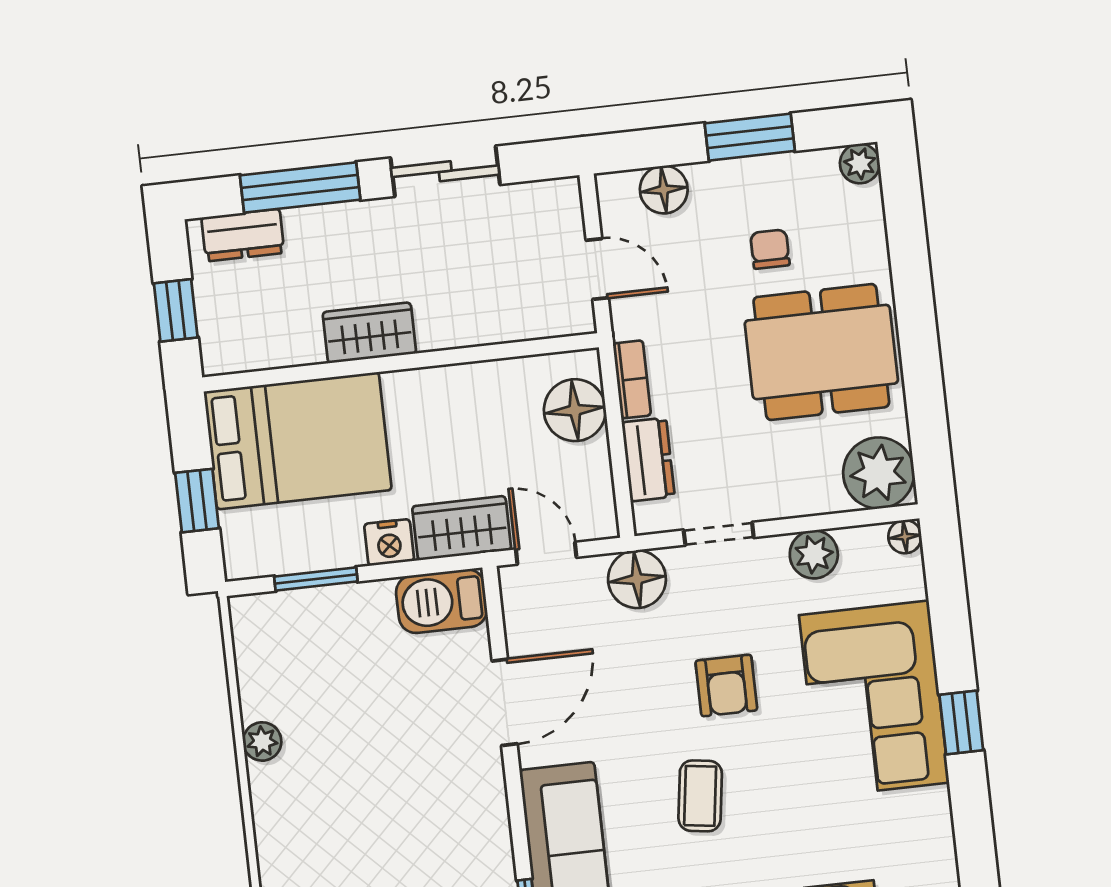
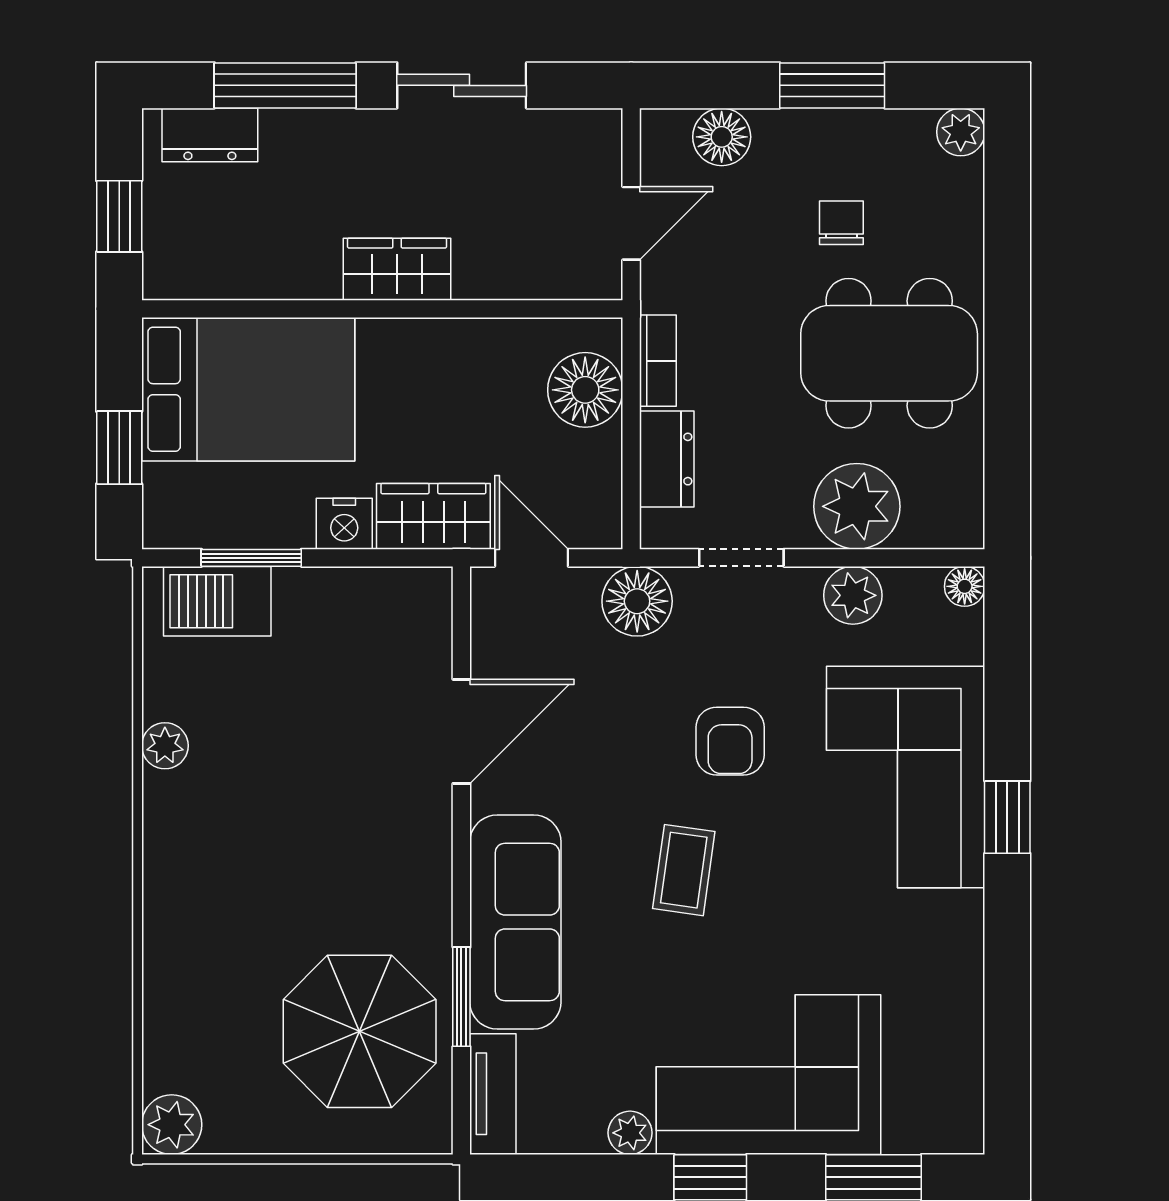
door: (597, 269) -> (631, 223), hinge flipped
wardrobe: (369, 333) -> (397, 269), moved
plant: (879, 473) -> (857, 506), moved
barbecue: (442, 601) -> (217, 601), moved

